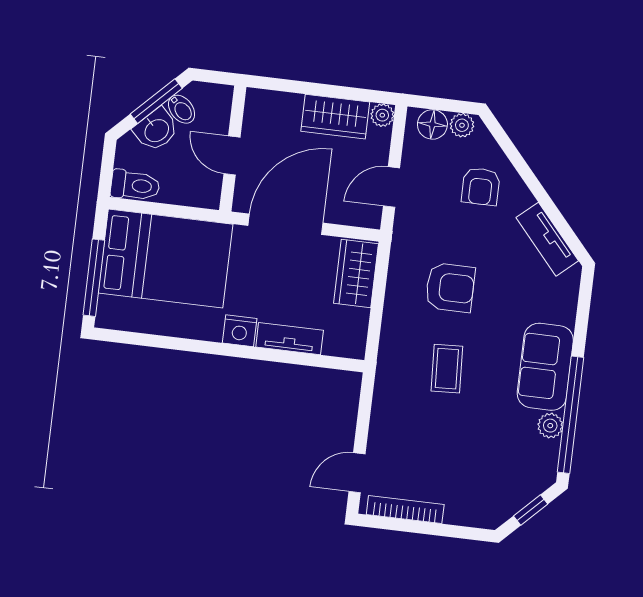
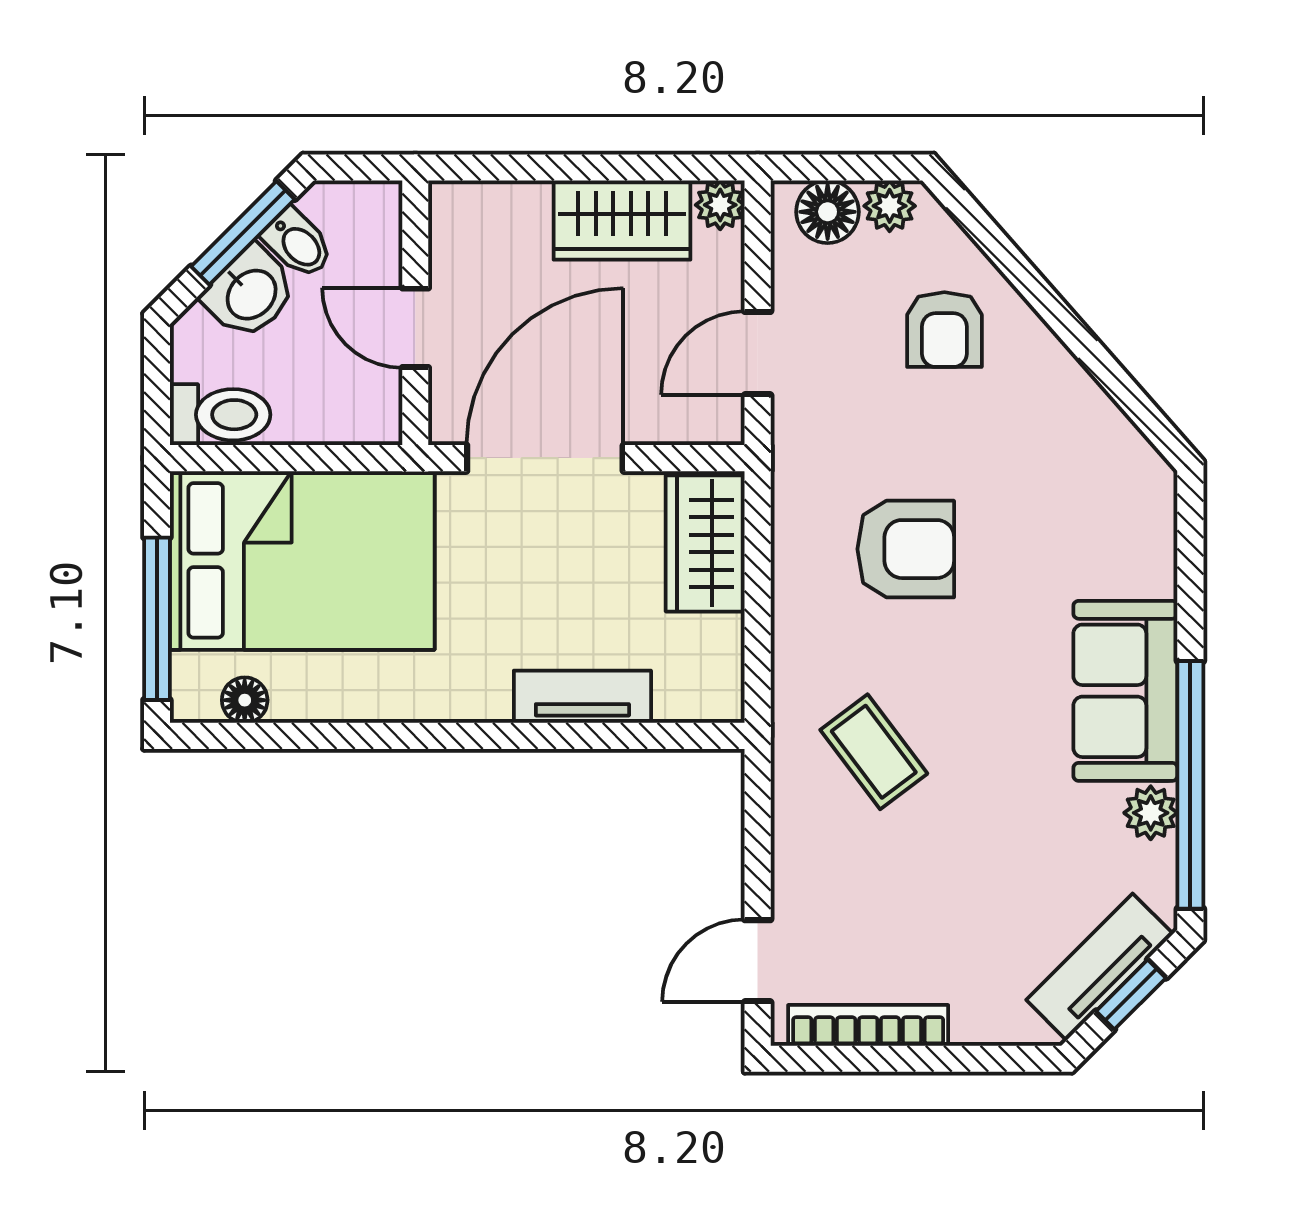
tv unit: (547, 239) -> (1100, 967), moved, turned 86
floor lamp: (130, 321) -> (245, 700), added
nightstand: (240, 331) -> (476, 693), removed
coffee table: (447, 369) -> (874, 752), moved, turned -34

